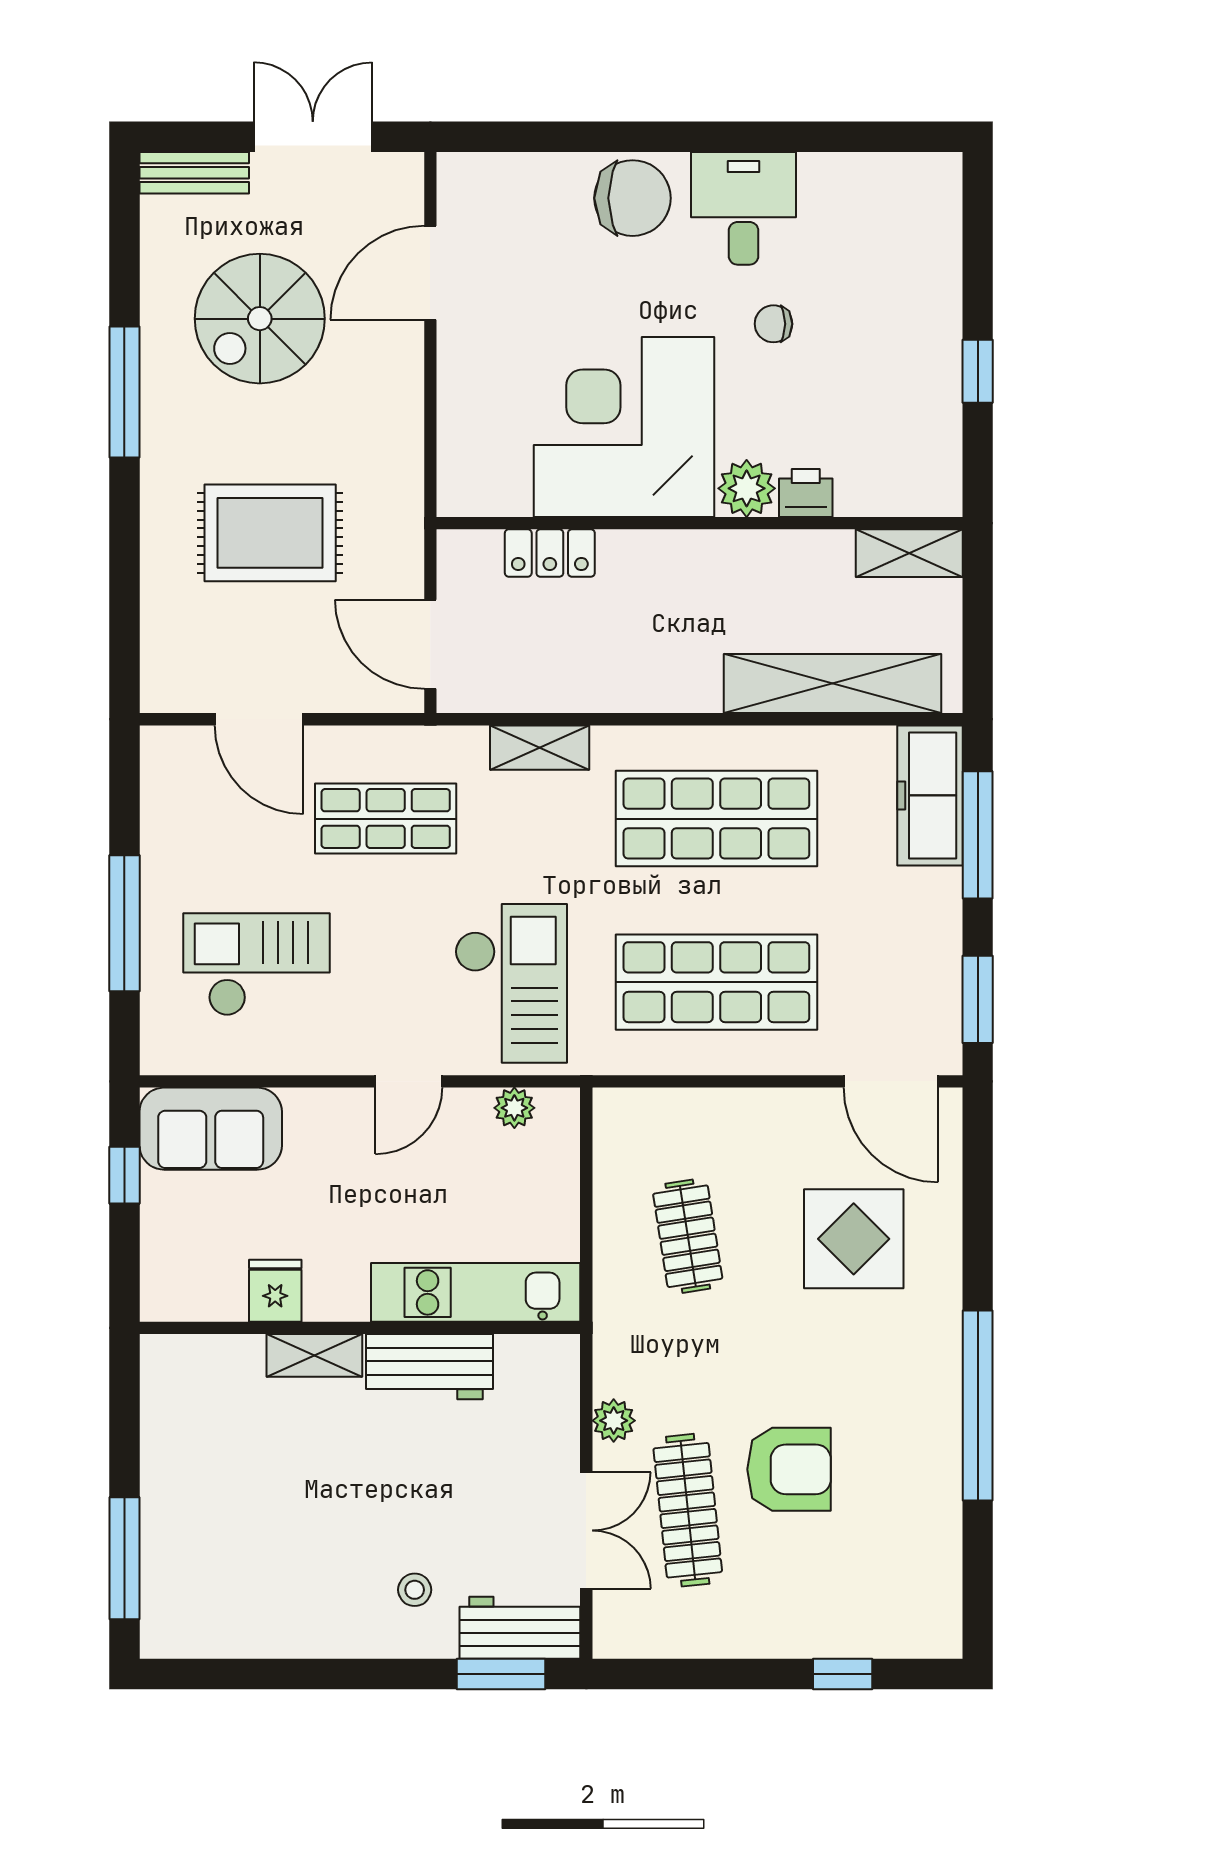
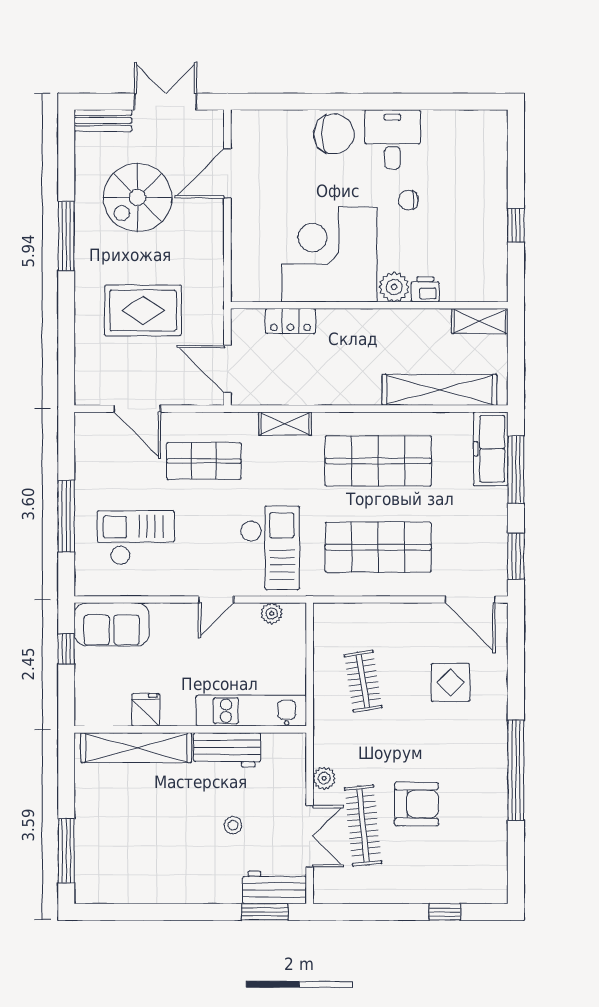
display table: (854, 1239) -> (451, 682), width x0.73, depth x0.73
shelving: (314, 1355) -> (136, 748), width x2.20, depth x1.33
stool: (415, 1590) -> (233, 825), moved

